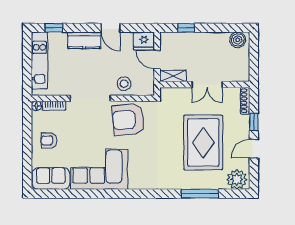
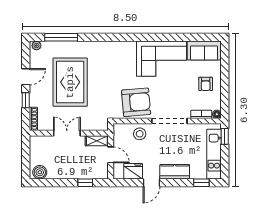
door: (111, 28) -> (151, 183), swing flipped
fridge: (144, 41) -> (133, 171), moved
window: (27, 81) -> (225, 136), added
armchair: (49, 140) -> (206, 84), turned 90
plant: (237, 179) -> (36, 46), width x0.53, depth x0.53
window: (200, 194) -> (61, 37), moved

